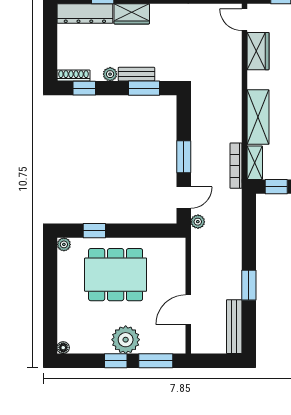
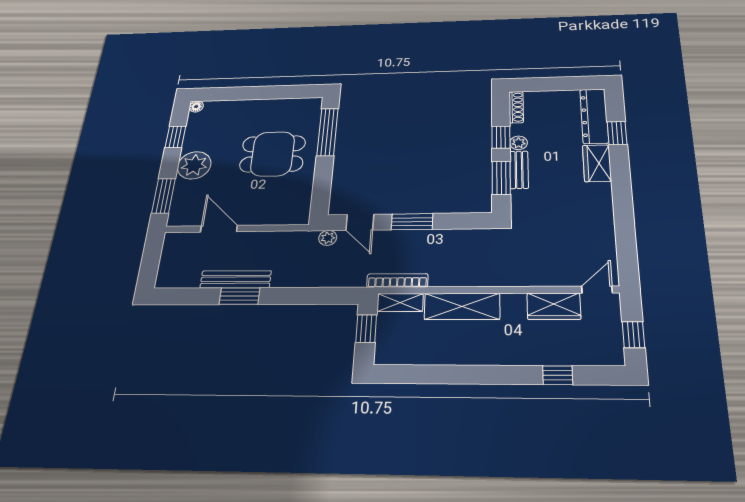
window: (84, 88) -> (501, 137), moved
window: (94, 231) -> (327, 132), width x2.17
plant: (64, 244) -> (314, 104), removed
dining table: (116, 275) -> (273, 154), width x0.73
bench: (234, 327) -> (236, 279), moved
window: (116, 361) -> (175, 137), moved

